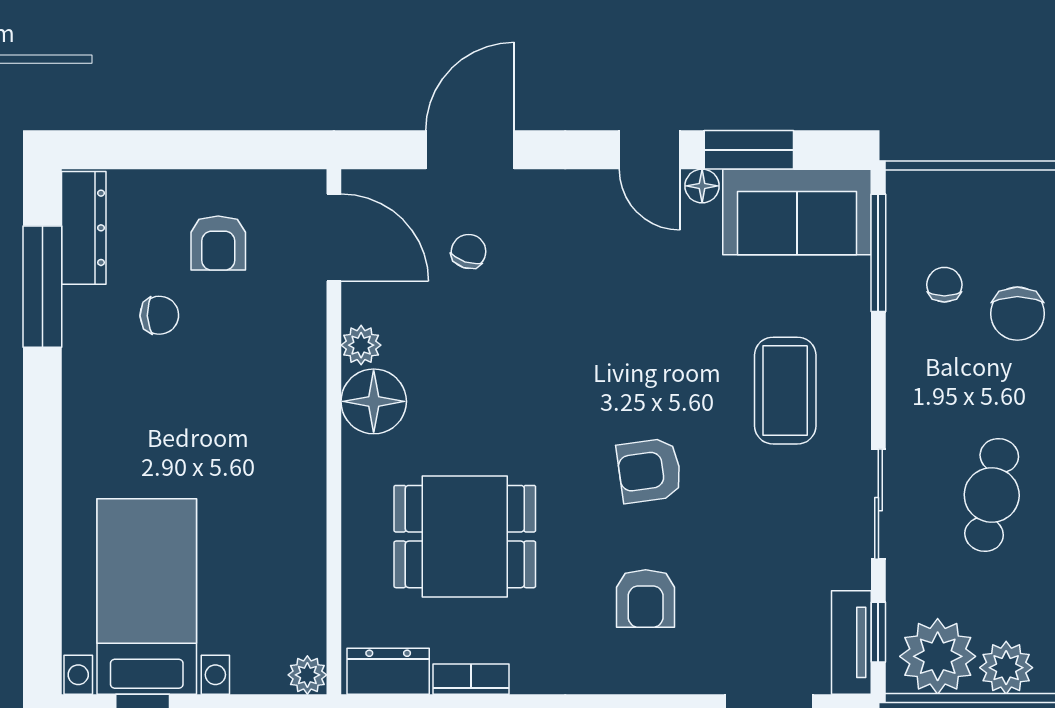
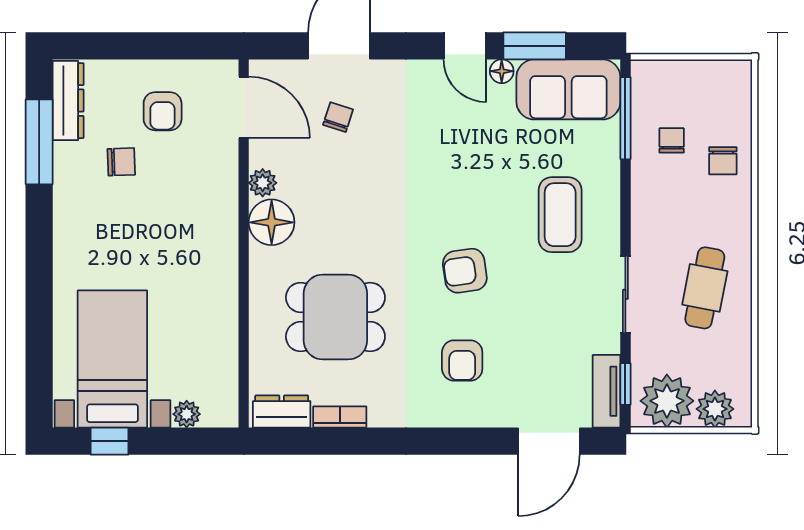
chair: (1017, 314) -> (723, 161), width x0.73, depth x0.73
plant: (307, 675) -> (187, 414), moved

